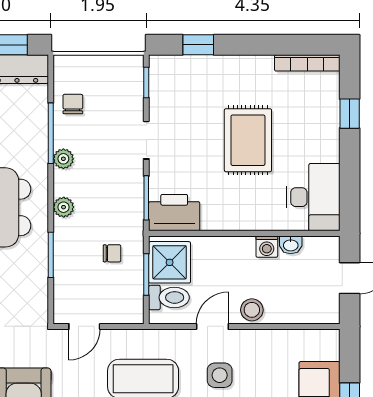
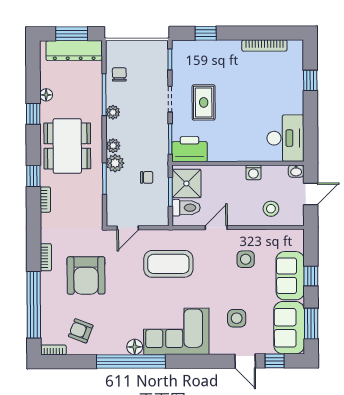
bookcase: (307, 63) -> (264, 46), moved
rug: (248, 140) -> (204, 102), moved, width x0.73, depth x0.70
plant: (66, 233) -> (115, 163), added
washbasin: (291, 245) -> (296, 171), moved
stool: (252, 310) -> (271, 209), moved
side table: (220, 375) -> (246, 259), moved

